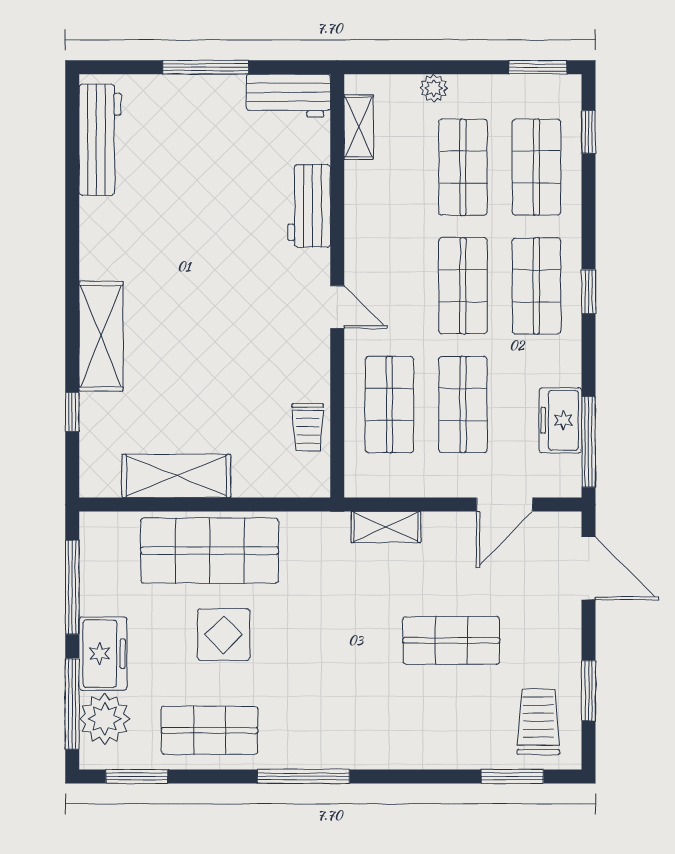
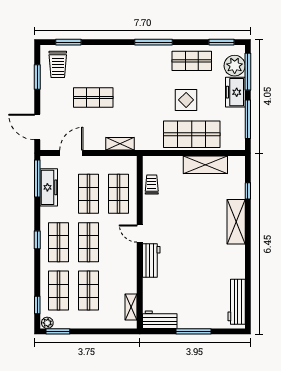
plant: (434, 88) -> (47, 323), moved
workbench: (309, 206) -> (151, 261), moved
freezer: (560, 420) -> (49, 187), width x1.40

